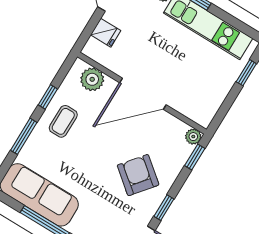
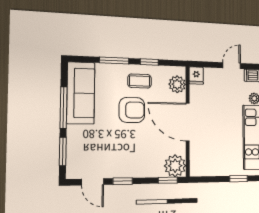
fridge: (106, 33) -> (196, 76), moved
plant: (193, 137) -> (175, 166), width x1.88, depth x1.88
armchair: (138, 175) -> (132, 110), moved, turned 51

